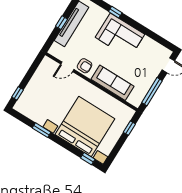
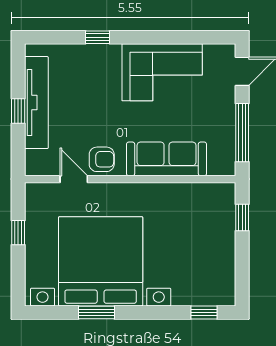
corner sofa: (120, 36) -> (162, 72), moved
door: (67, 67) -> (74, 179), swing flipped
window: (18, 93) -> (18, 233), moved
bed with nightstands: (85, 127) -> (101, 261), moved

